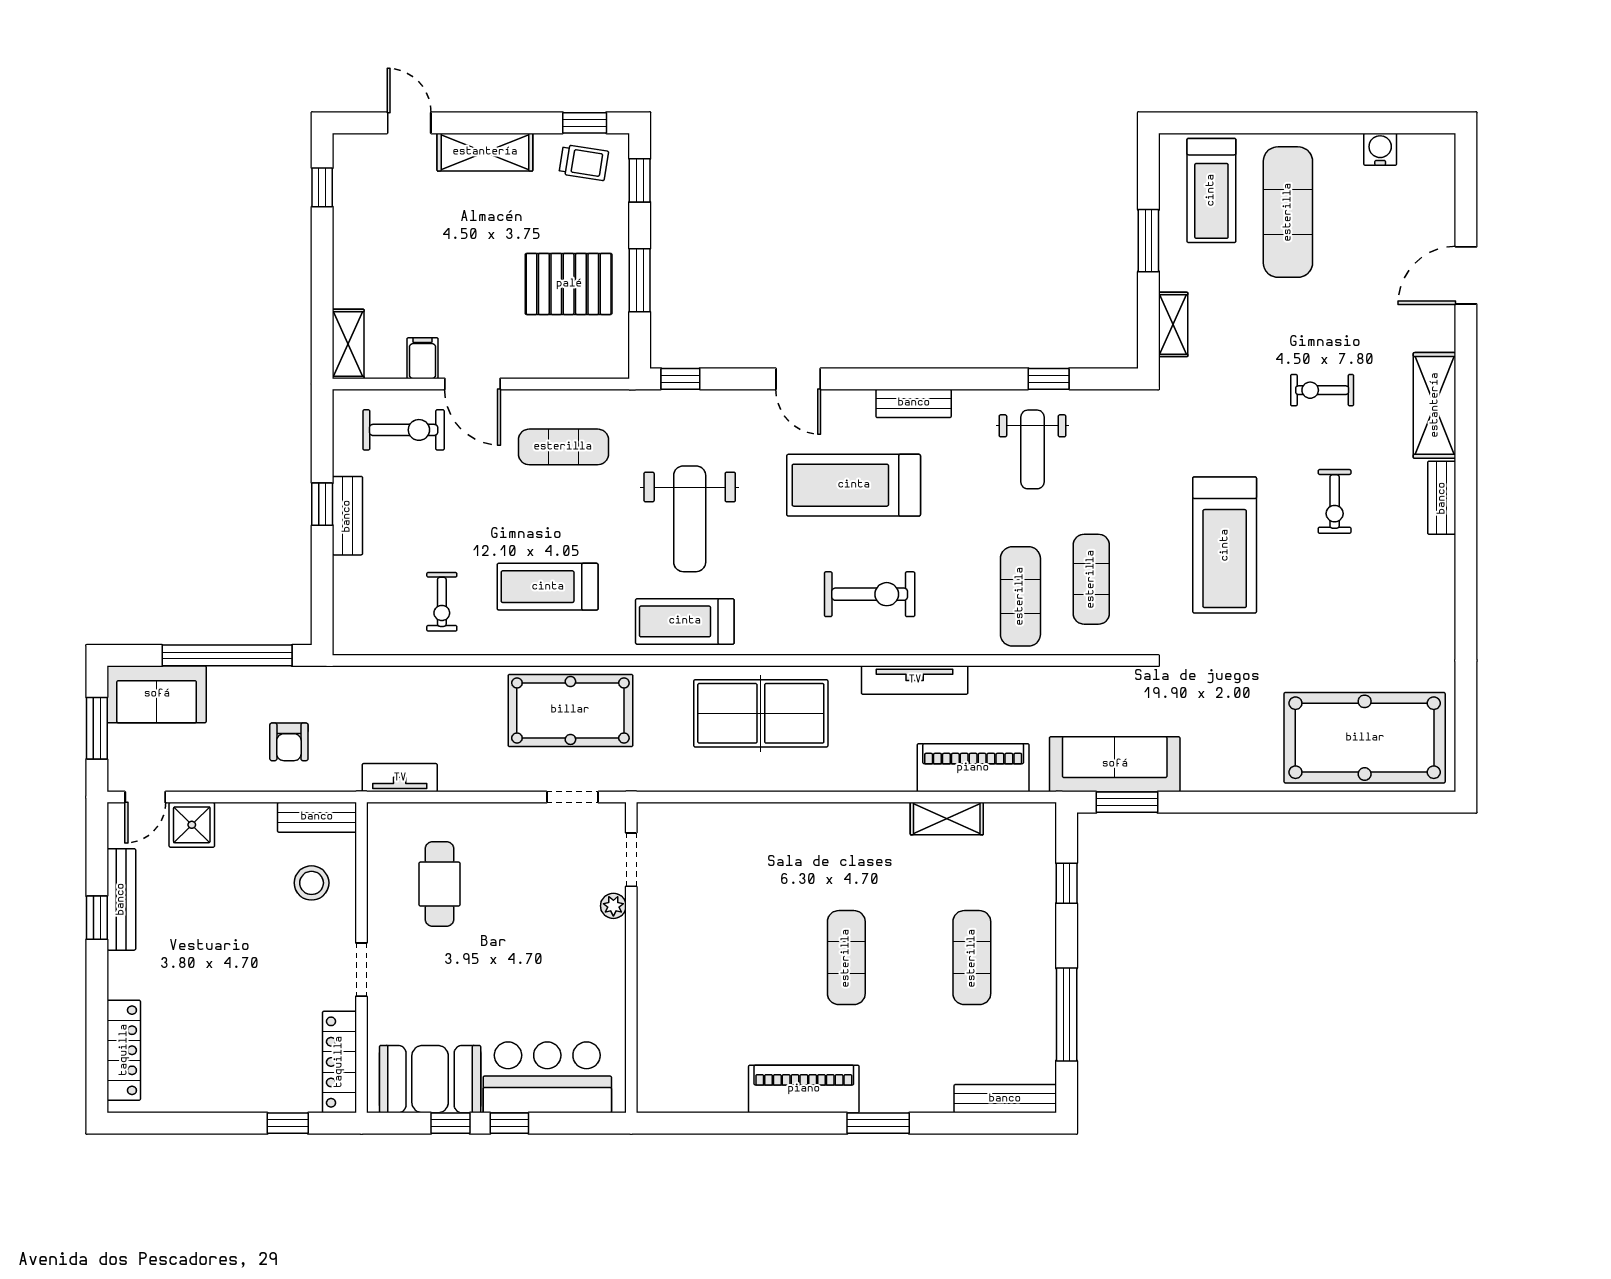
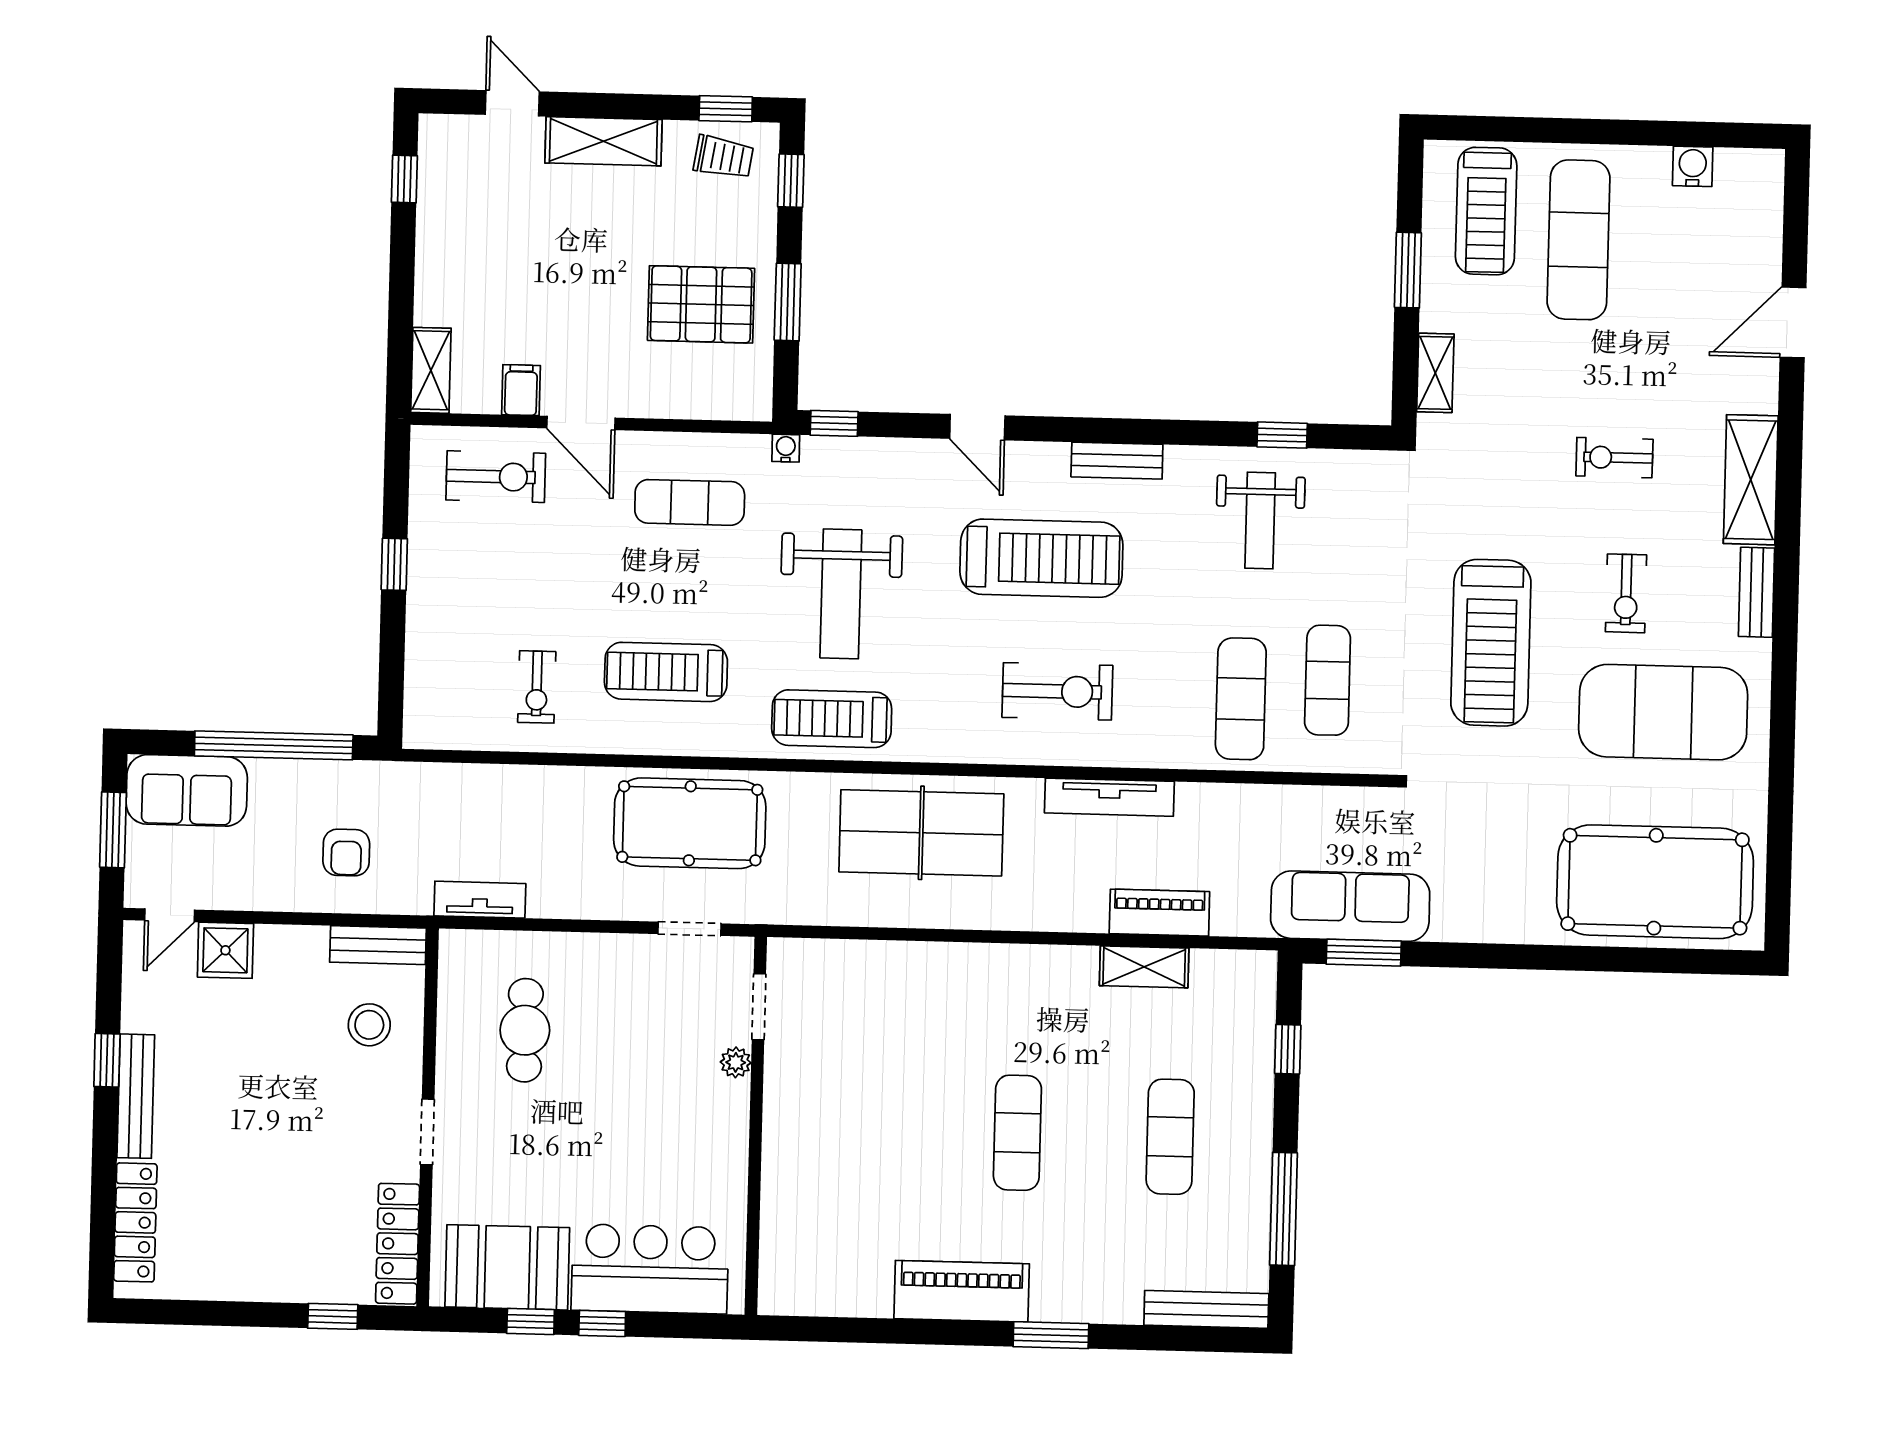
water cooler: (641, 400) -> (786, 448), added
treadmill: (854, 485) -> (1041, 558), turned 180
bench: (347, 516) -> (425, 579), removed
exercise mat: (1368, 598) -> (1663, 712), added
piano: (973, 768) -> (1159, 913), width x0.73, depth x0.75
bench: (121, 899) -> (136, 1096), moved

